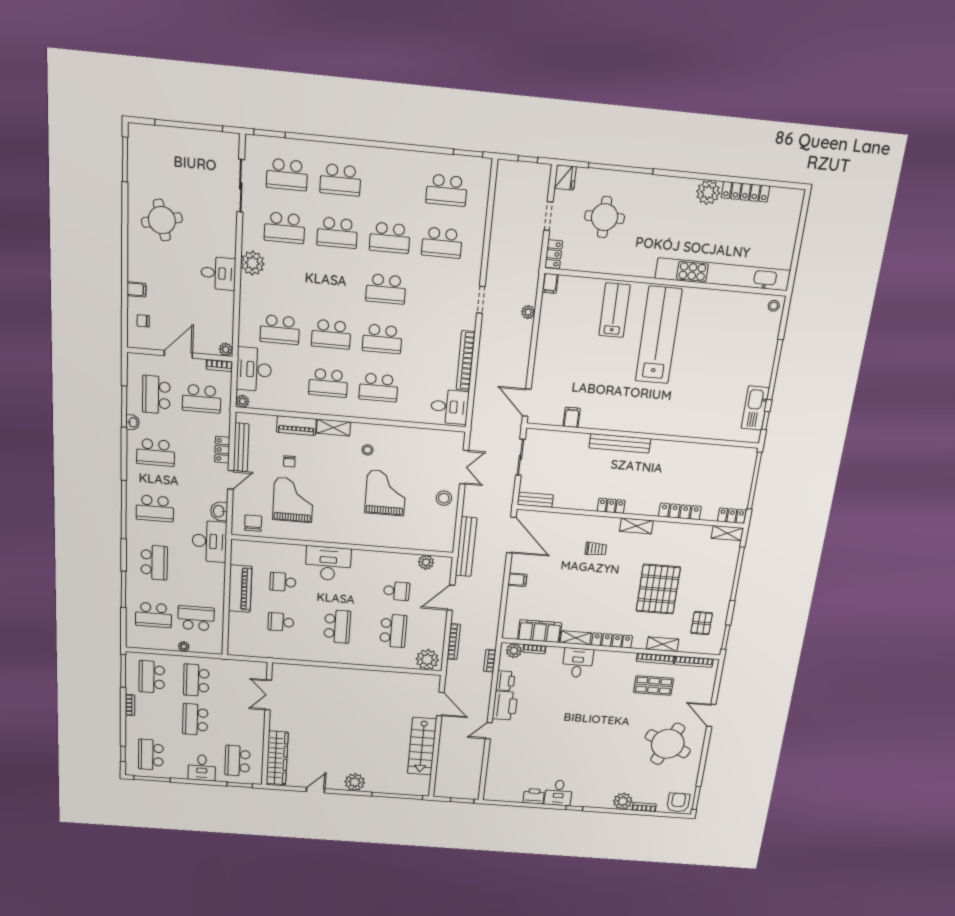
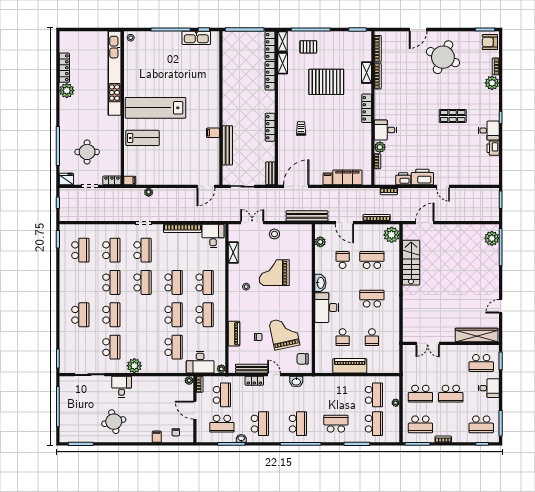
school desk: (287, 175) -> (142, 250), moved
desk: (218, 273) -> (122, 387), moved
lab bench: (614, 310) -> (142, 138), turned 180
filing cabinet: (572, 417) -> (213, 133), moved
shelving: (333, 428) -> (233, 252), moved
bench: (620, 443) -> (227, 145), moved
grand piano: (293, 500) -> (284, 333), turned 78
locker: (611, 506) -> (270, 127), width x1.53
locker: (732, 516) -> (270, 45), width x1.53
shelving: (636, 526) -> (283, 63), moved
desk: (209, 541) -> (318, 387), removed
washbasin: (365, 558) -> (320, 283), added
school desk: (196, 618) -> (374, 395), turned 180
pallet: (702, 623) -> (308, 47), moved
filing cabinet: (540, 631) -> (347, 177), moved, turned 90
shelving: (576, 638) -> (367, 134), removed
plant: (514, 651) -> (380, 147), moved
shop shelf: (654, 686) -> (453, 116), moved, turned 90
stairs: (422, 746) -> (411, 263), moved, turned -90
plant: (355, 782) -> (492, 238), moved
door: (316, 790) -> (501, 306), hinge flipped

